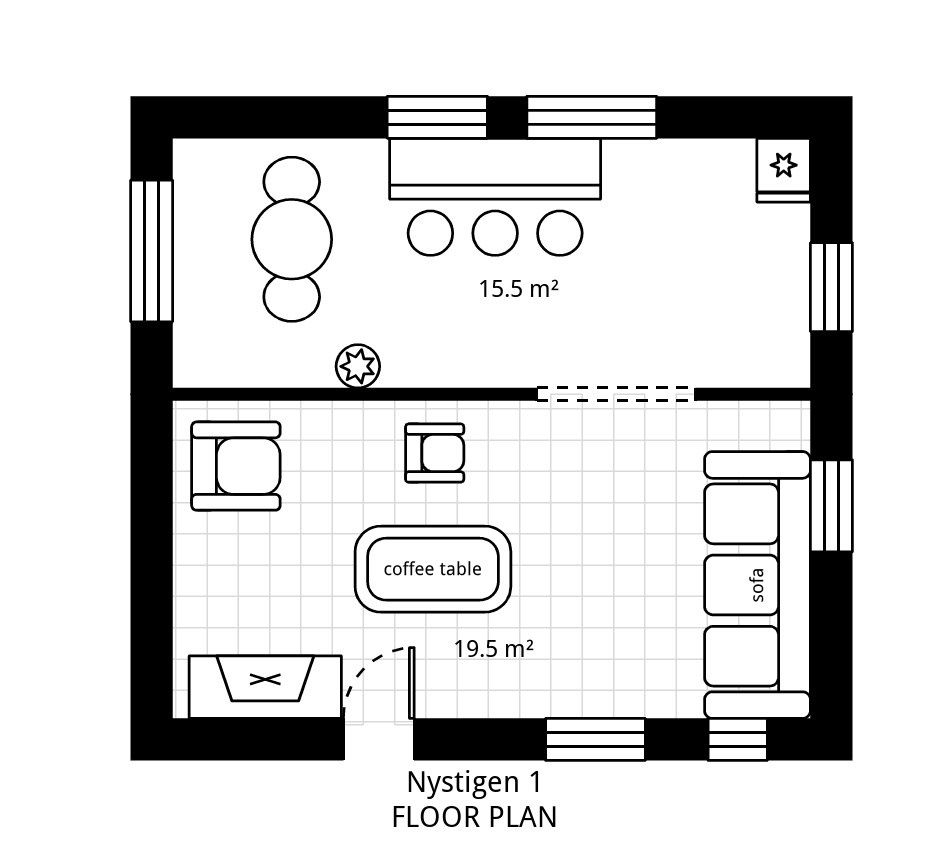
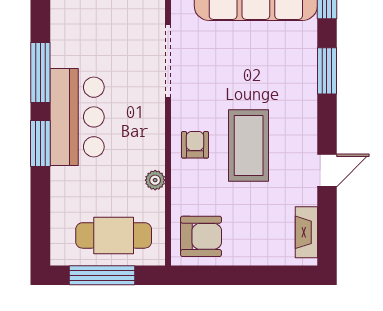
cafe table: (292, 239) -> (114, 235), moved
armchair: (236, 466) -> (201, 236), turned 90
fireplace: (265, 687) -> (306, 232), width x0.73, depth x0.76
door: (379, 739) -> (327, 171), swing flipped

